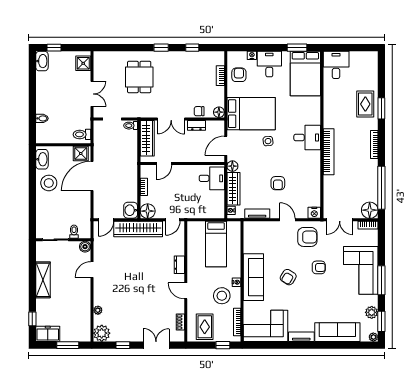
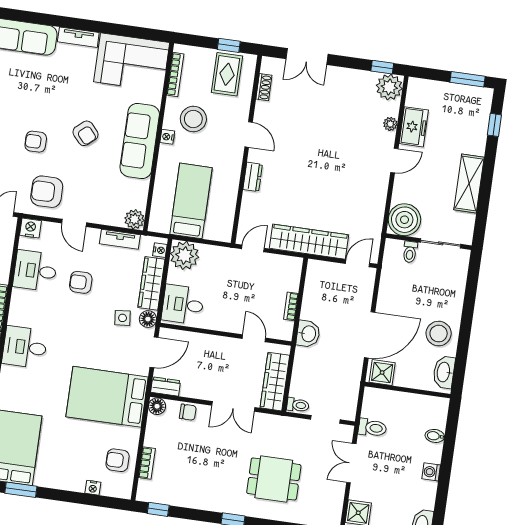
window: (192, 48) -> (158, 509), moved
desk: (269, 64) -> (35, 271), moved, turned 90
armchair: (239, 75) -> (118, 460), turned 90
dining table: (139, 77) -> (274, 479), turned 90
washing machine: (41, 95) -> (431, 472), added
double door: (171, 119) -> (233, 406), swing flipped
dresser: (196, 125) -> (166, 387), moved
toilet: (82, 134) -> (372, 428), moved
side table: (268, 141) -> (123, 318), moved
door: (164, 164) -> (254, 338), hinge flipped
armchair: (278, 183) -> (81, 282), turned -90
plant: (215, 209) -> (185, 255), added
washbasin: (131, 210) -> (308, 334), moved
floor lamp: (148, 211) -> (290, 268), removed
plant: (250, 228) -> (134, 219), added
boiler: (85, 247) -> (404, 220), width x1.86, depth x1.86
door: (92, 270) -> (394, 161), moved
armchair: (288, 277) -> (85, 133), turned 107
freezer: (48, 334) -> (414, 127), moved, turned -90
window: (68, 345) -> (468, 79), moved
window: (123, 345) -> (382, 67), moved
window: (223, 345) -> (229, 45), moved

